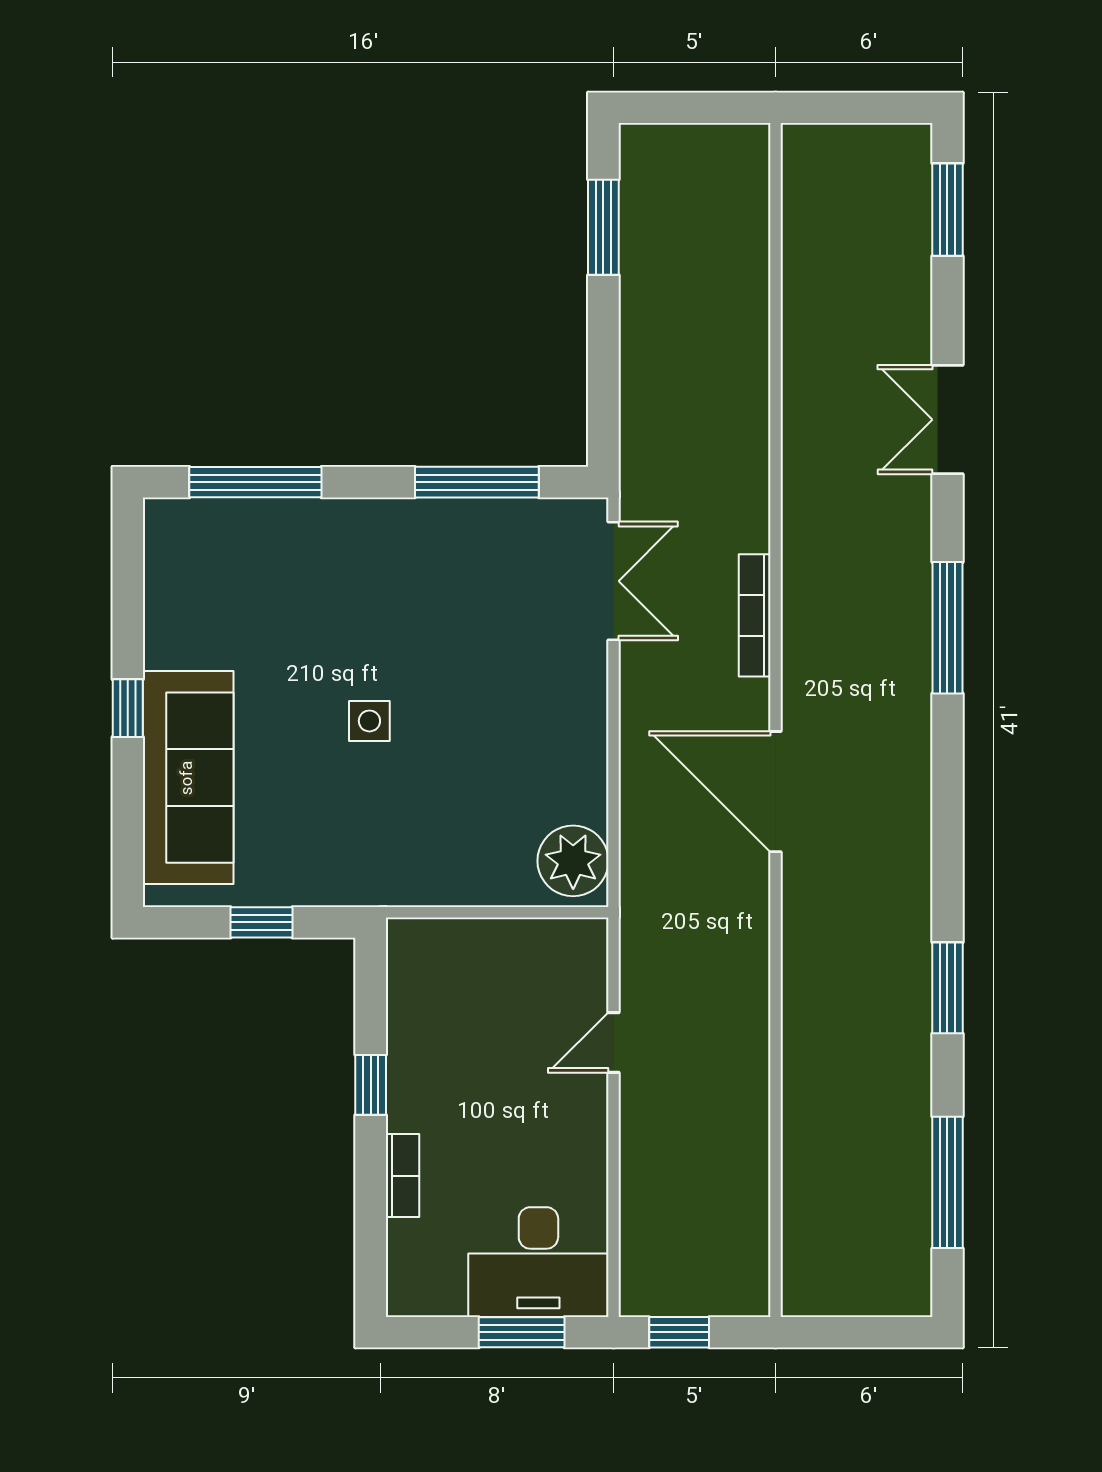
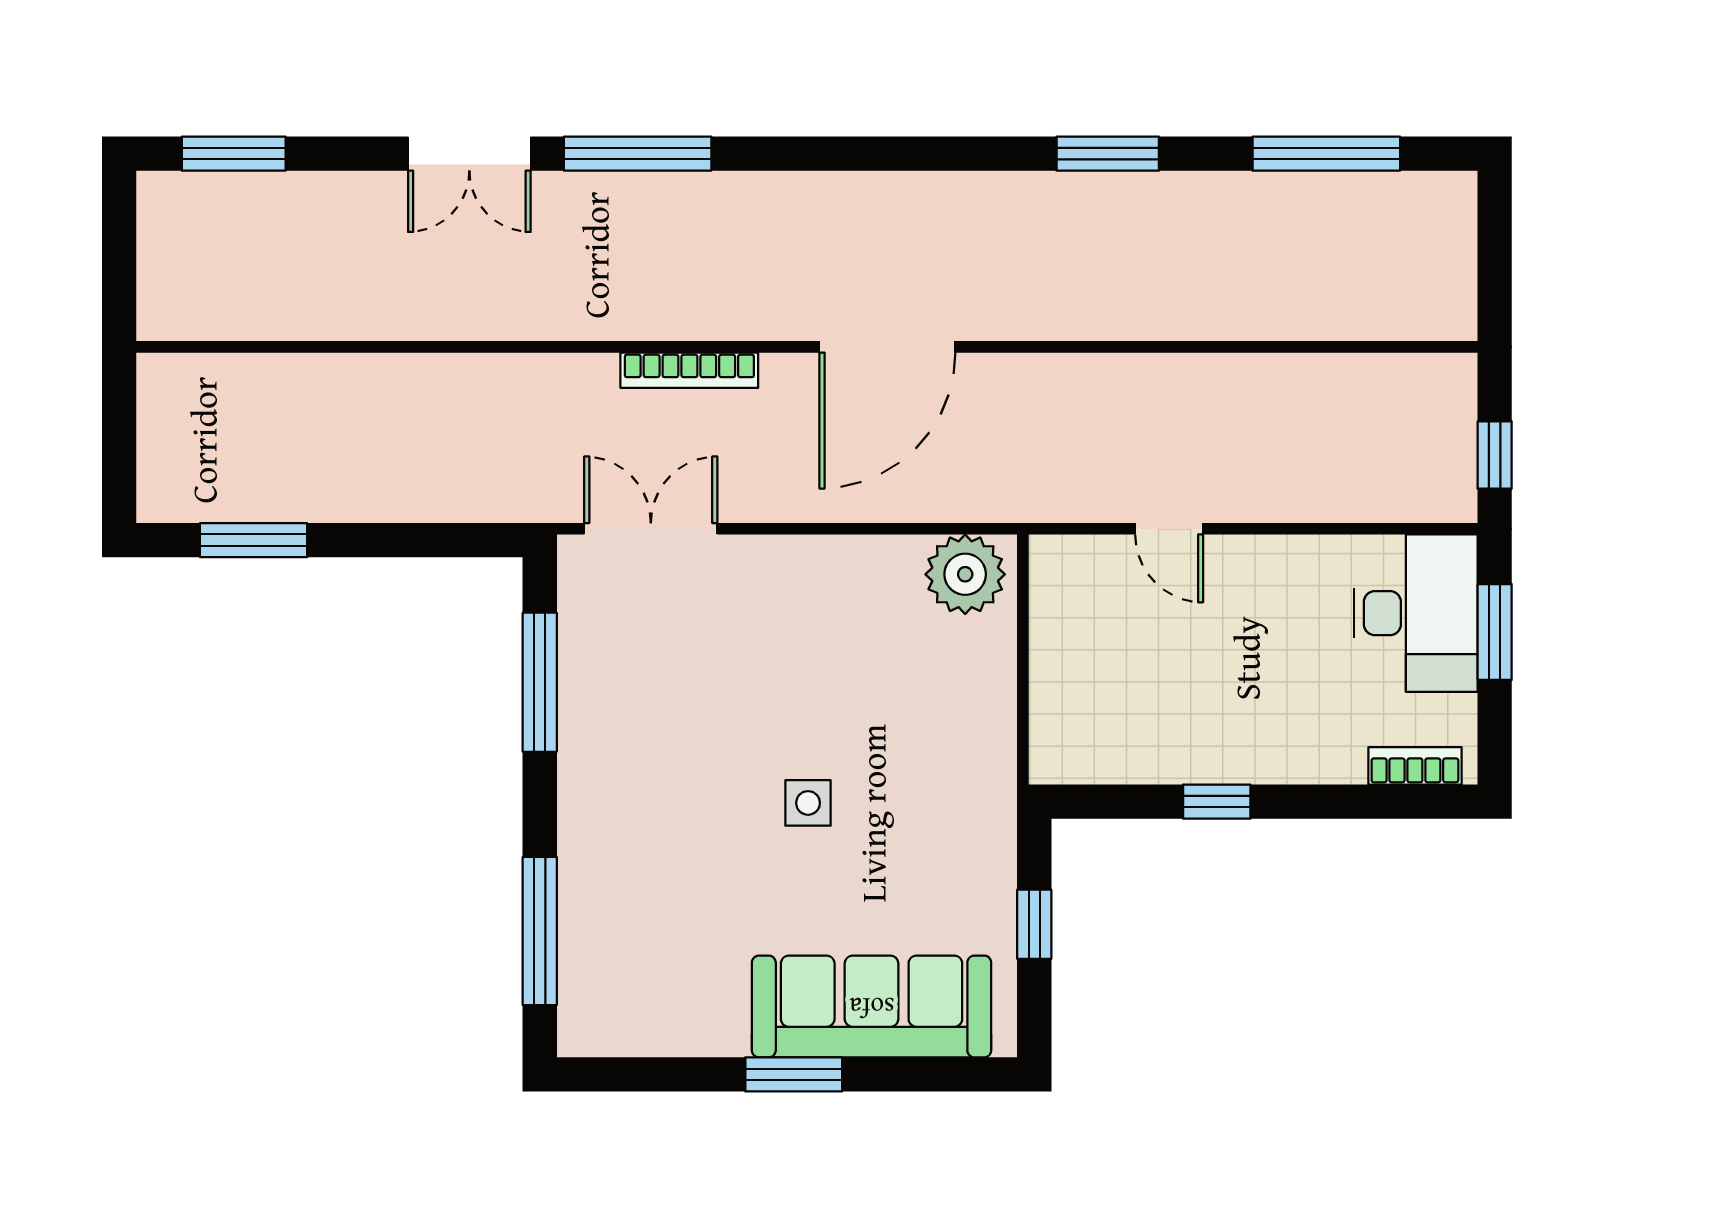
window: (947, 628) -> (638, 154), moved
window: (128, 708) -> (794, 1074), width x1.50
bookcase: (402, 1176) -> (1415, 766), moved

